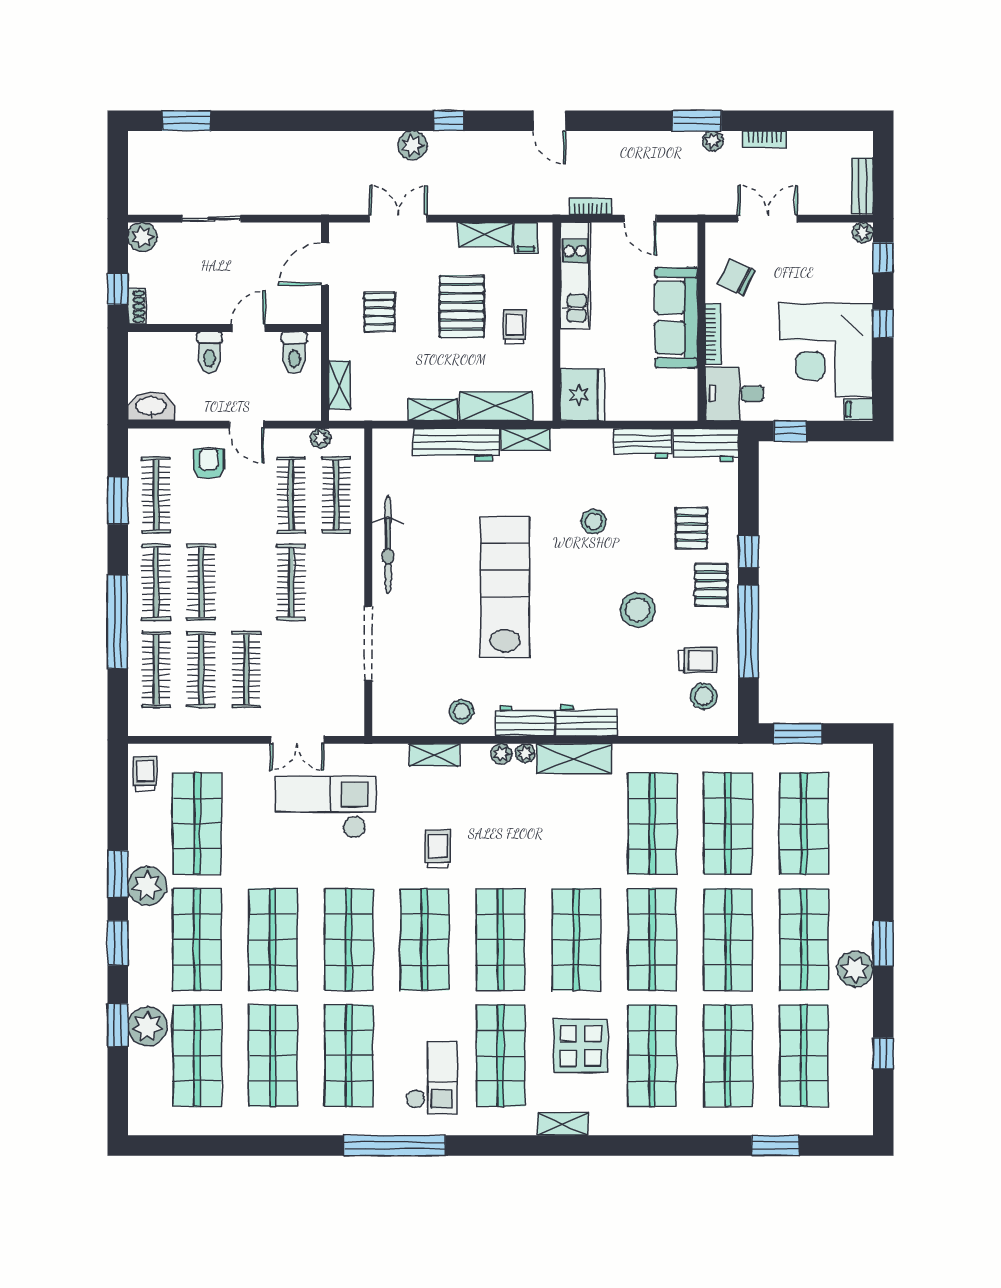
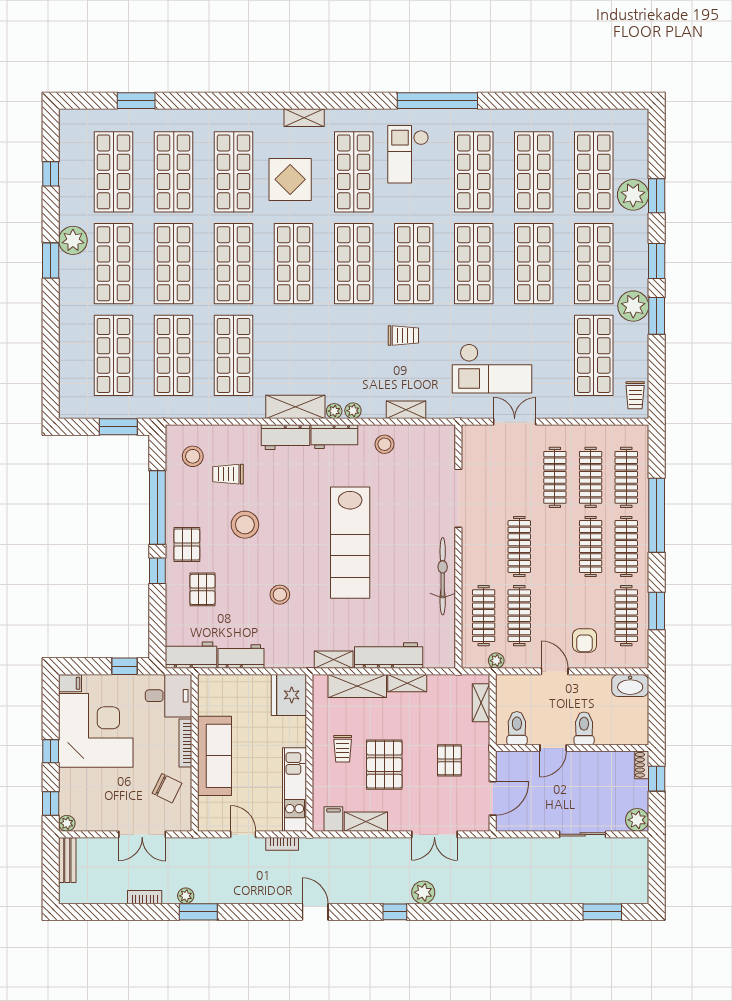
trolley: (698, 660) -> (228, 474), moved
trolley: (438, 849) -> (403, 335), turned -90

